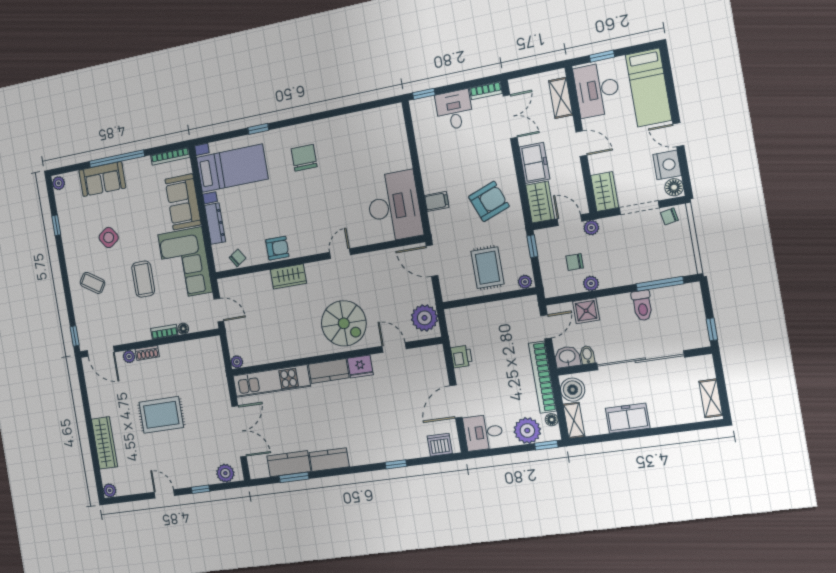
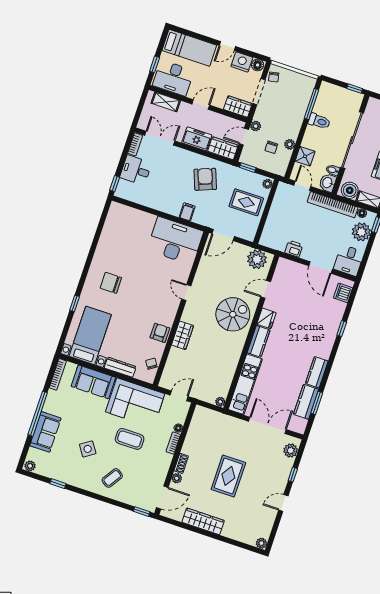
wardrobe: (104, 443) -> (203, 521), moved

